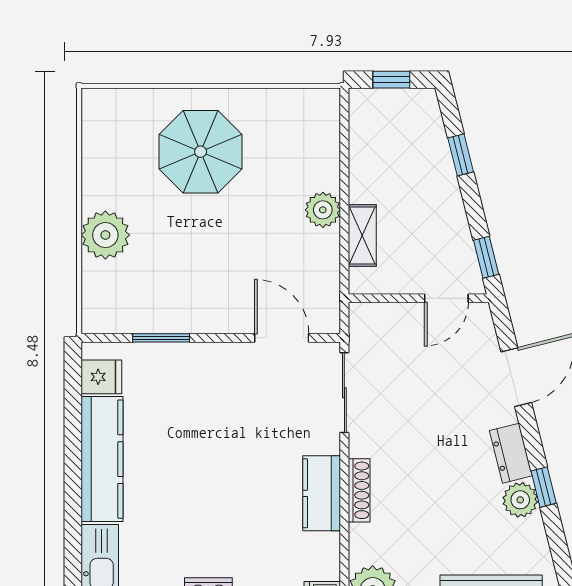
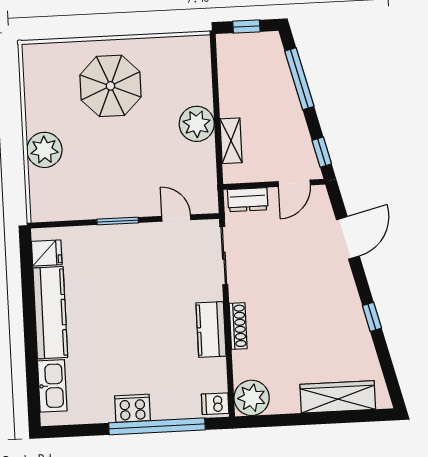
window: (461, 155) -> (299, 79), width x2.17
plant: (323, 210) -> (197, 124), width x1.36, depth x1.36
window: (161, 338) -> (118, 221), moved
door: (282, 338) -> (176, 218), width x0.73
dresser: (511, 453) -> (248, 200), moved, turned -76
plant: (520, 500) -> (355, 327), removed

